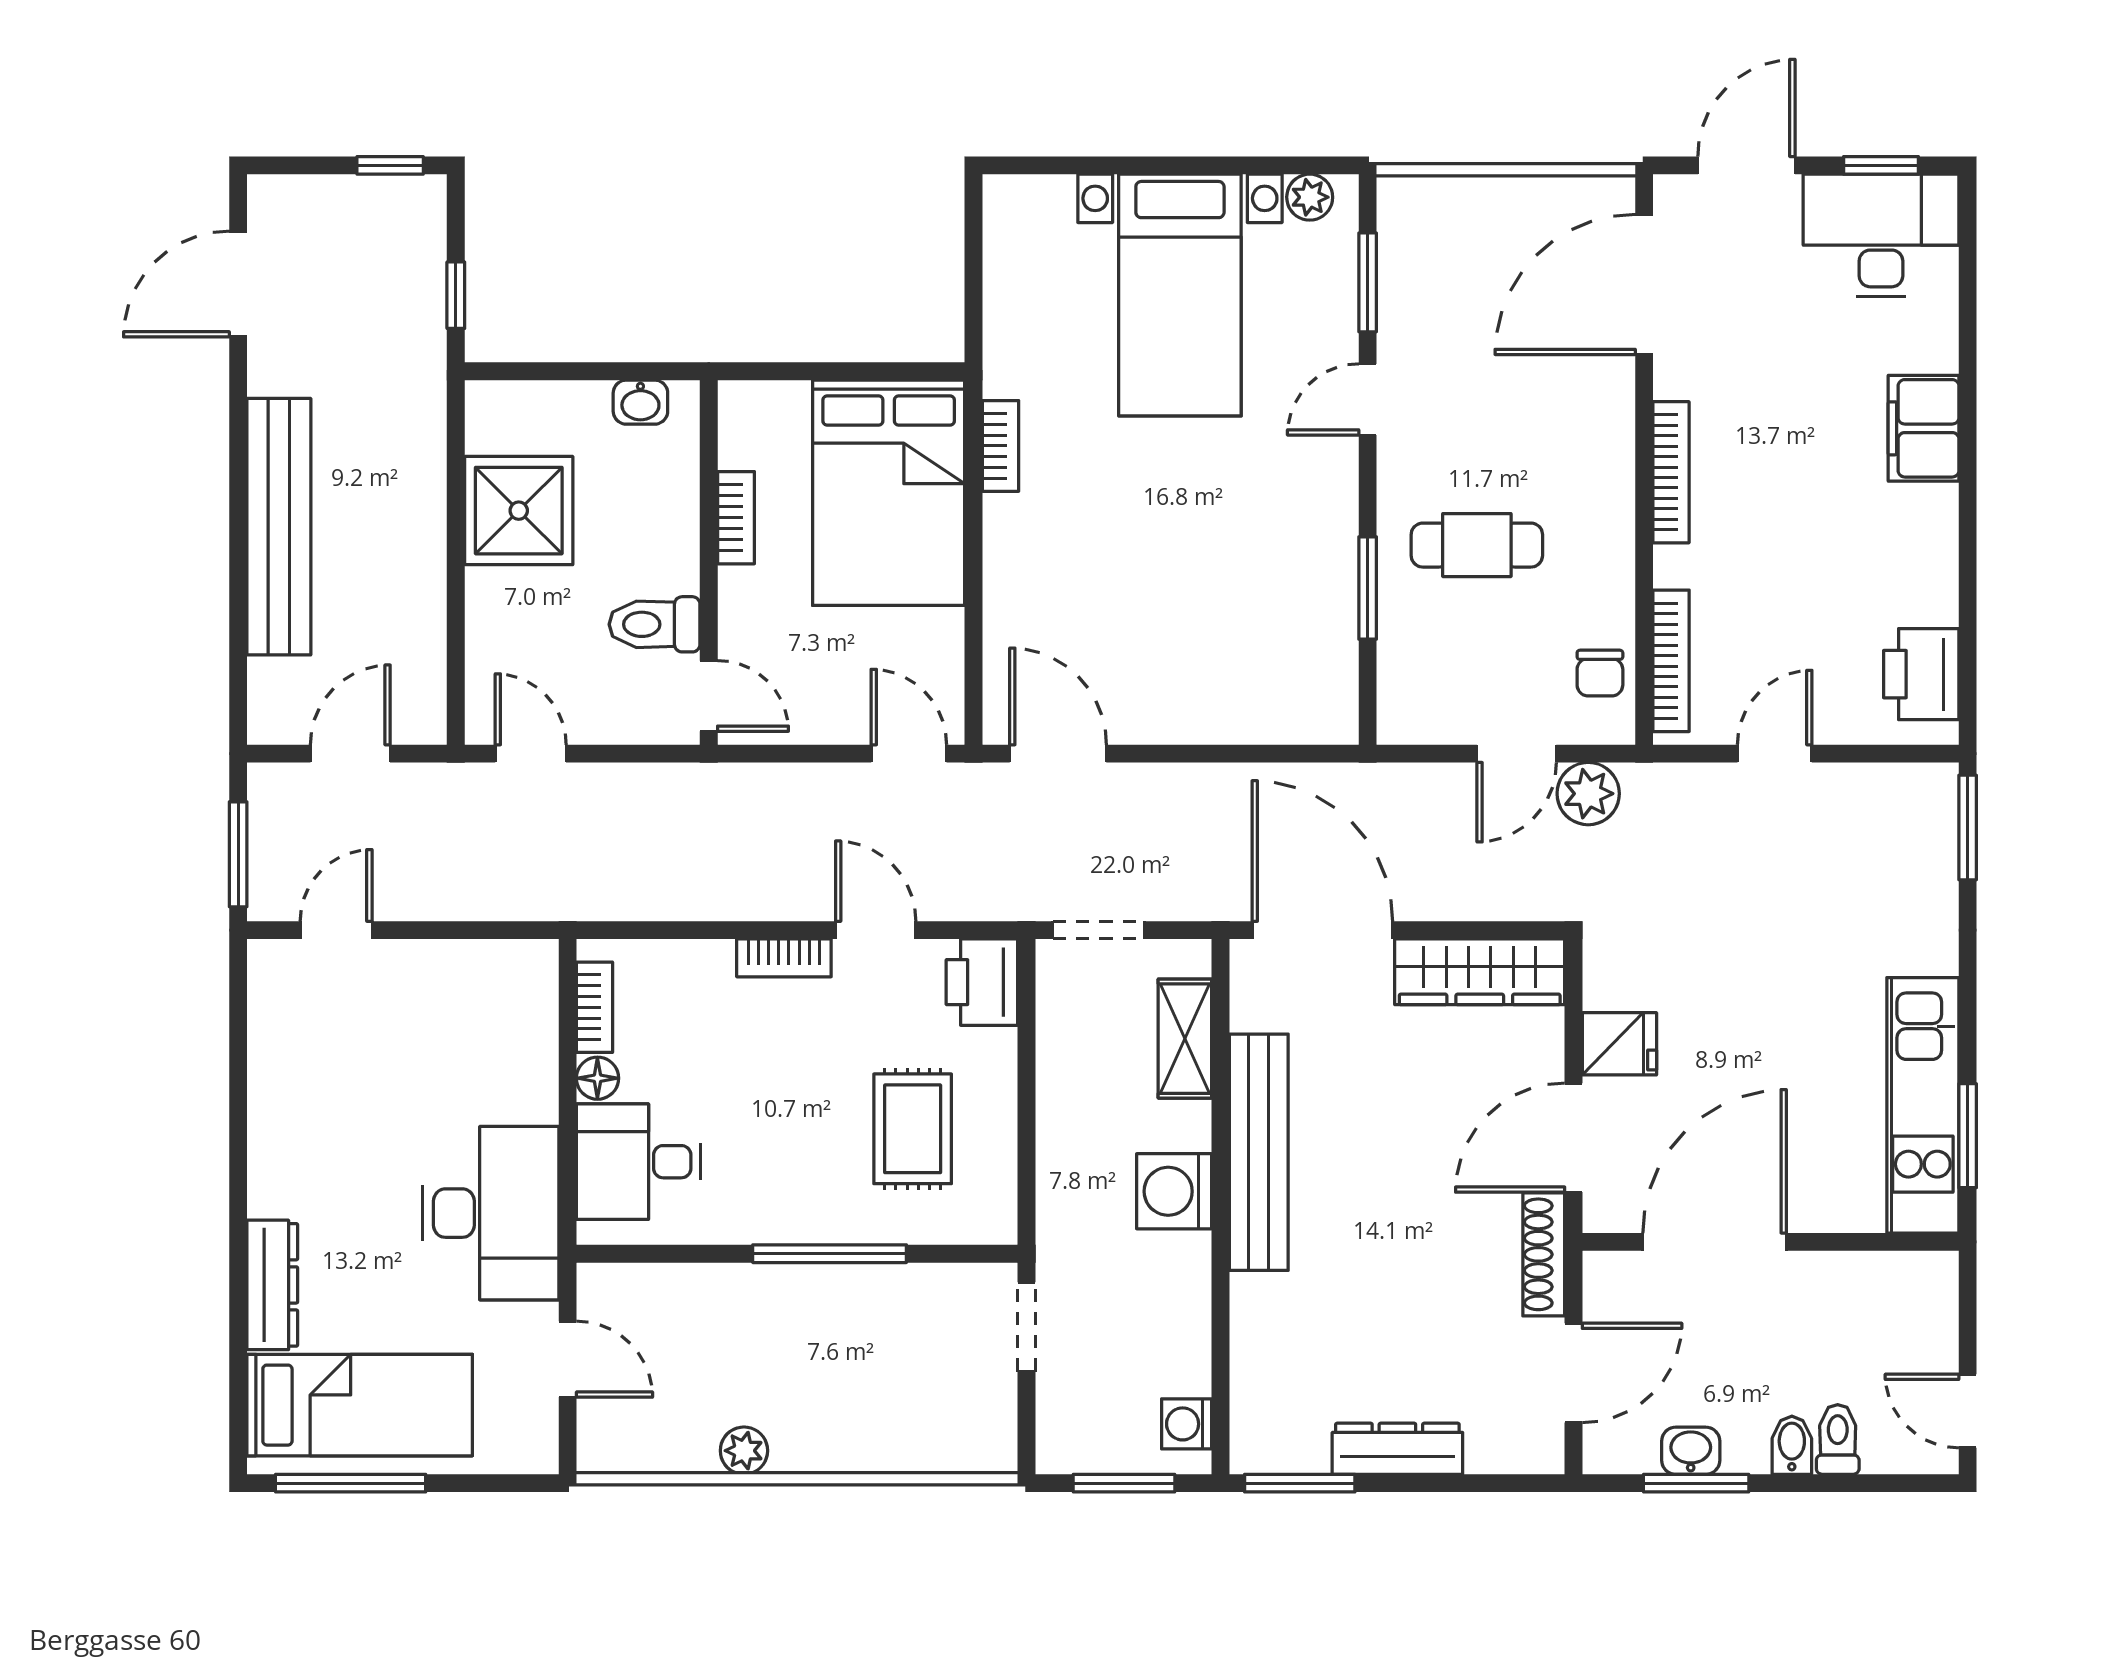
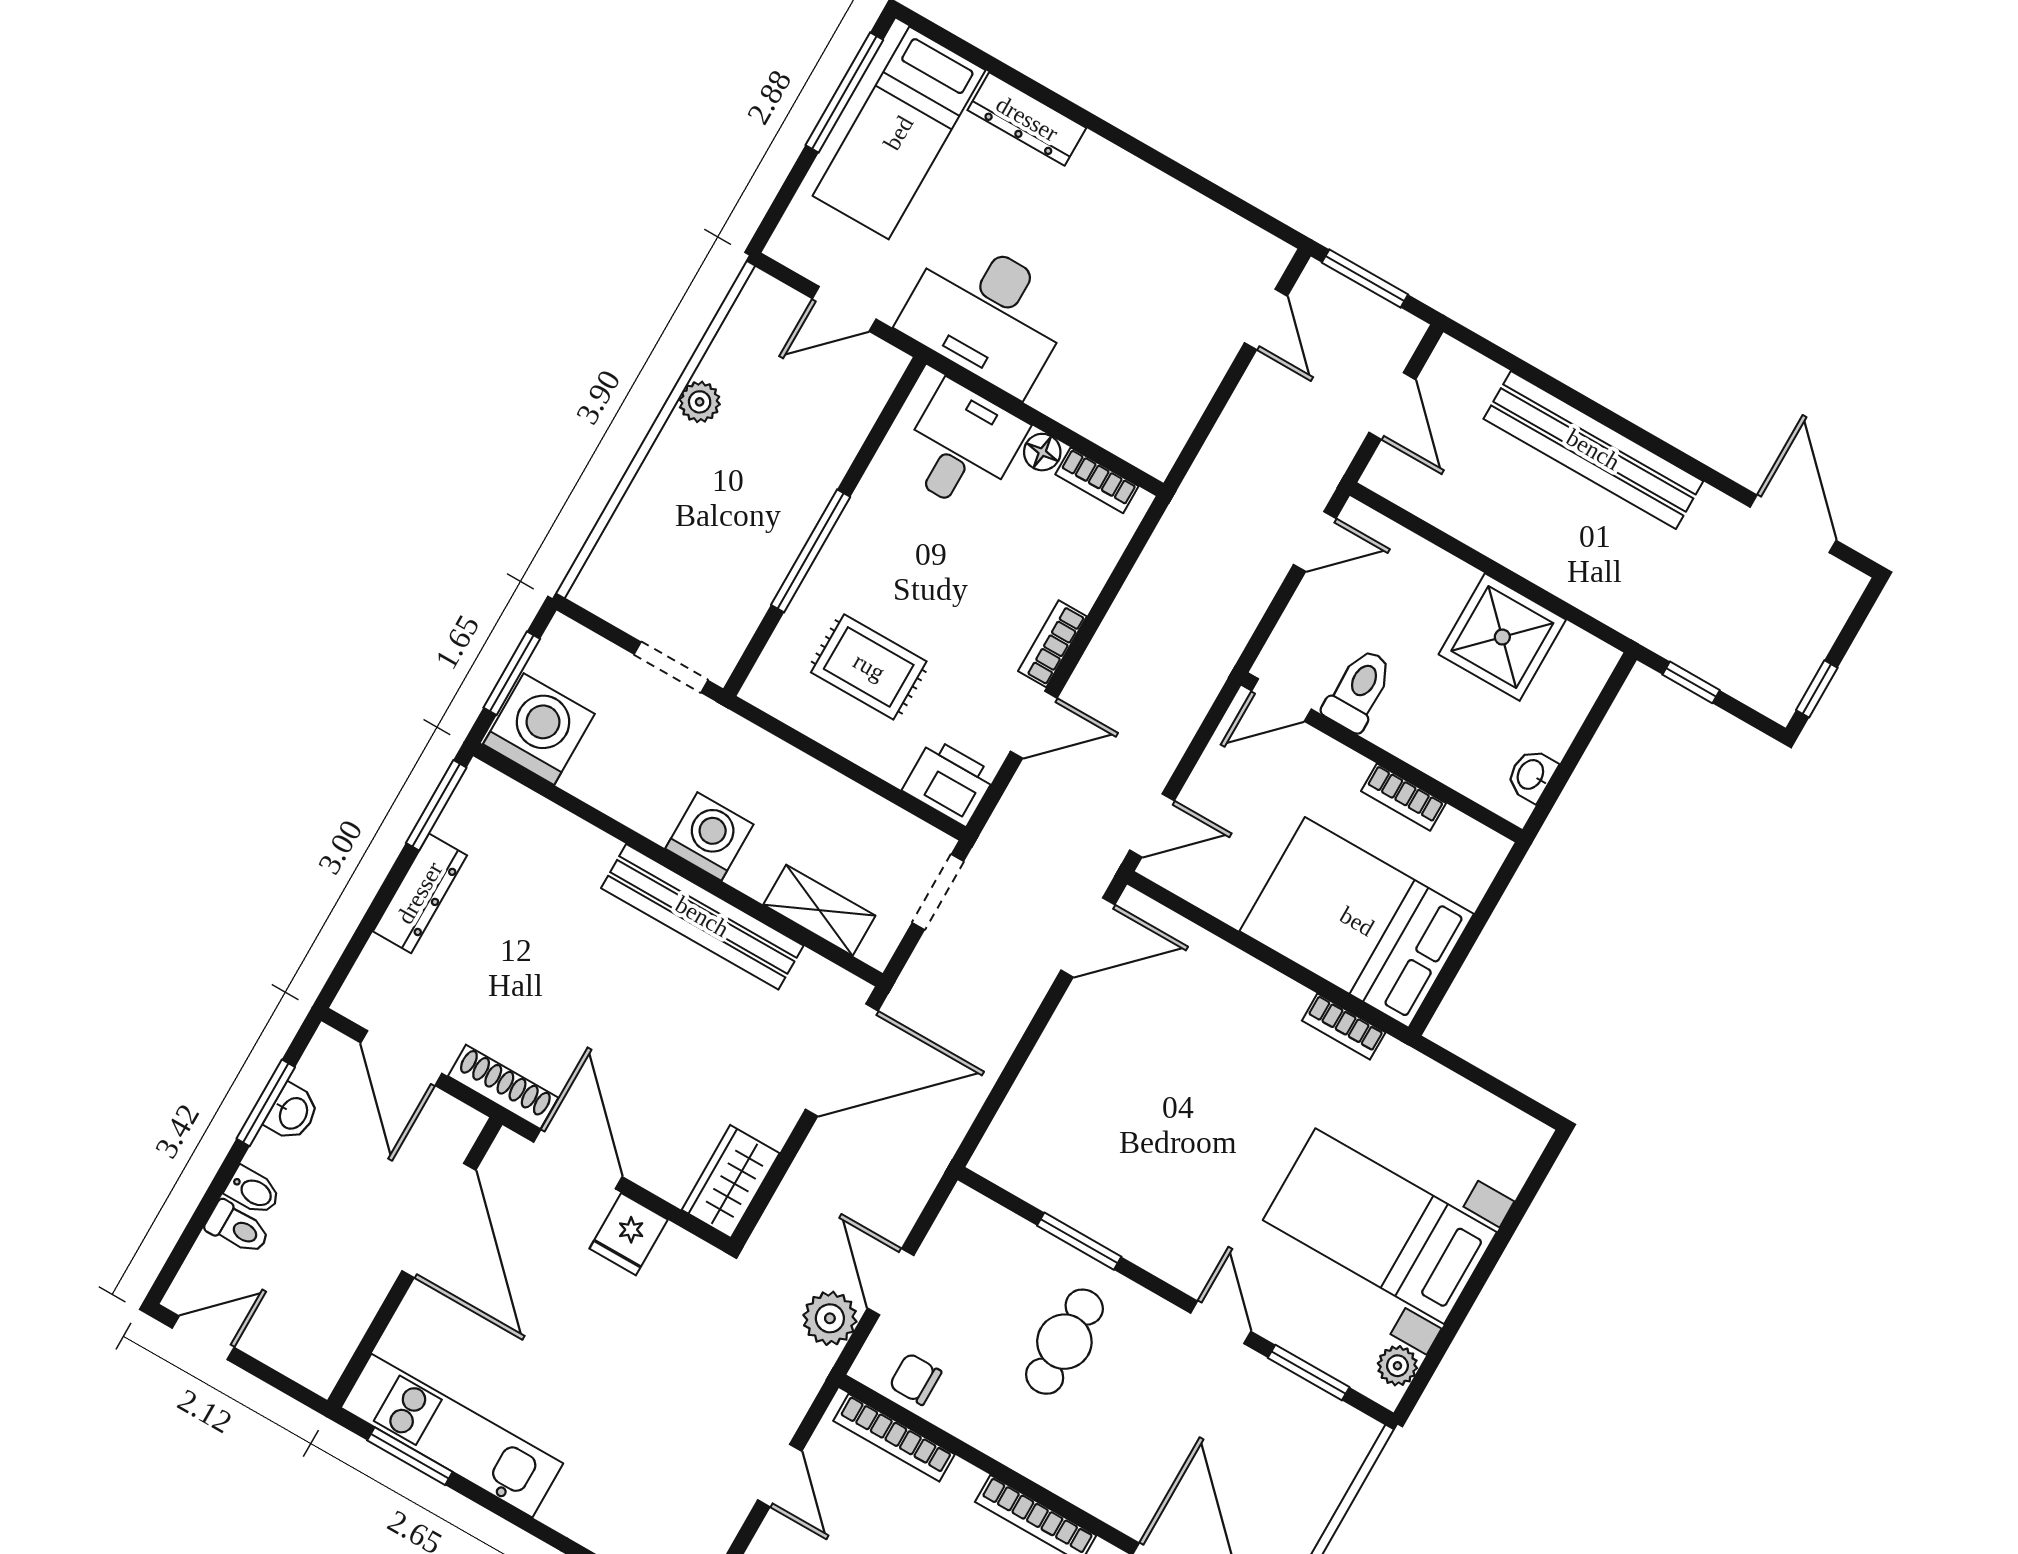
wardrobe: (1480, 972) -> (731, 1182), width x0.67
washing machine: (1187, 1424) -> (539, 729), width x1.89, depth x1.89

